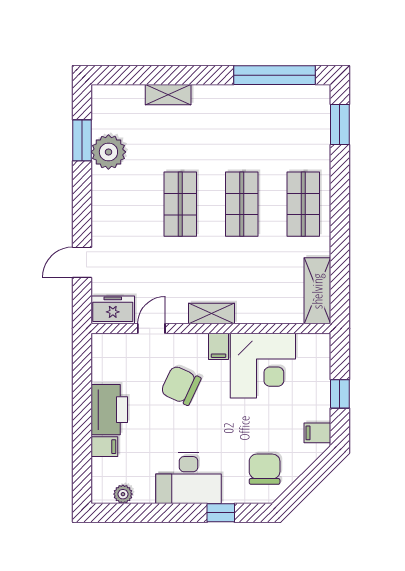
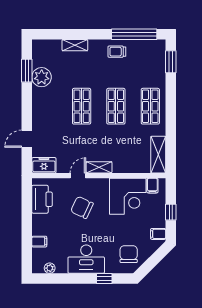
trolley: (243, 106) -> (117, 52), added
door: (151, 328) -> (78, 176), moved
filing cabinet: (219, 346) -> (152, 186), moved
printer: (109, 410) -> (42, 199), moved

